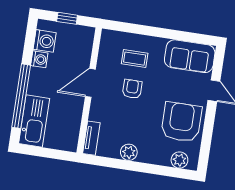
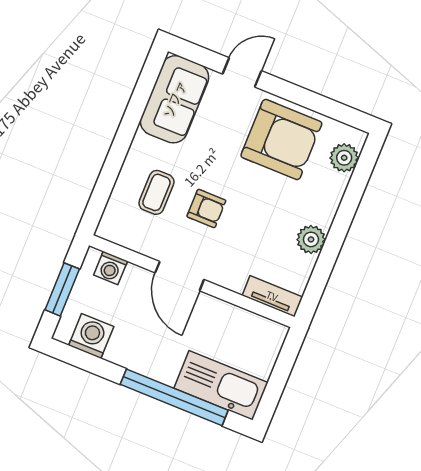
window: (67, 18) -> (62, 289), width x1.50
washing machine: (39, 59) -> (111, 268), moved, turned 180
armchair: (132, 89) -> (206, 209), turned 180
armchair: (181, 122) -> (281, 140), turned 180

